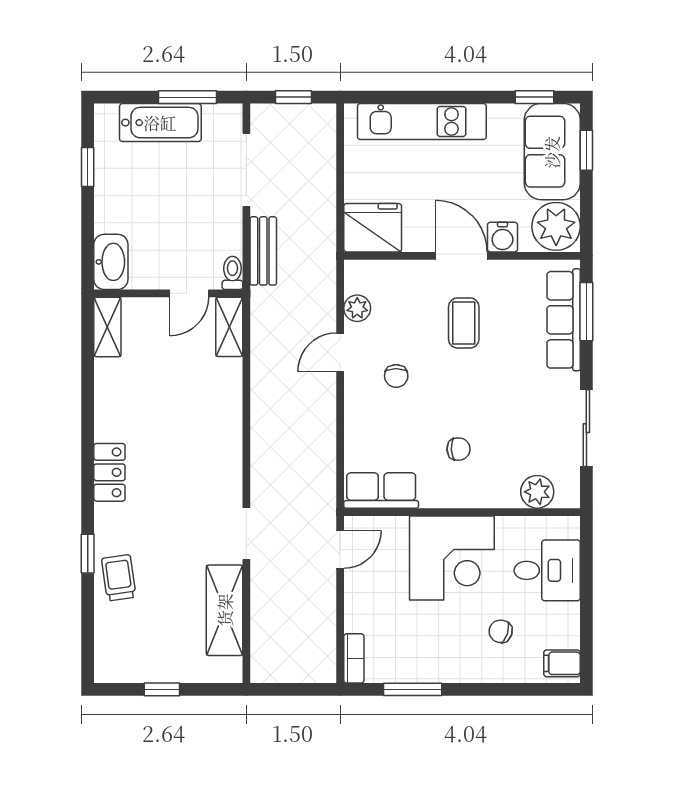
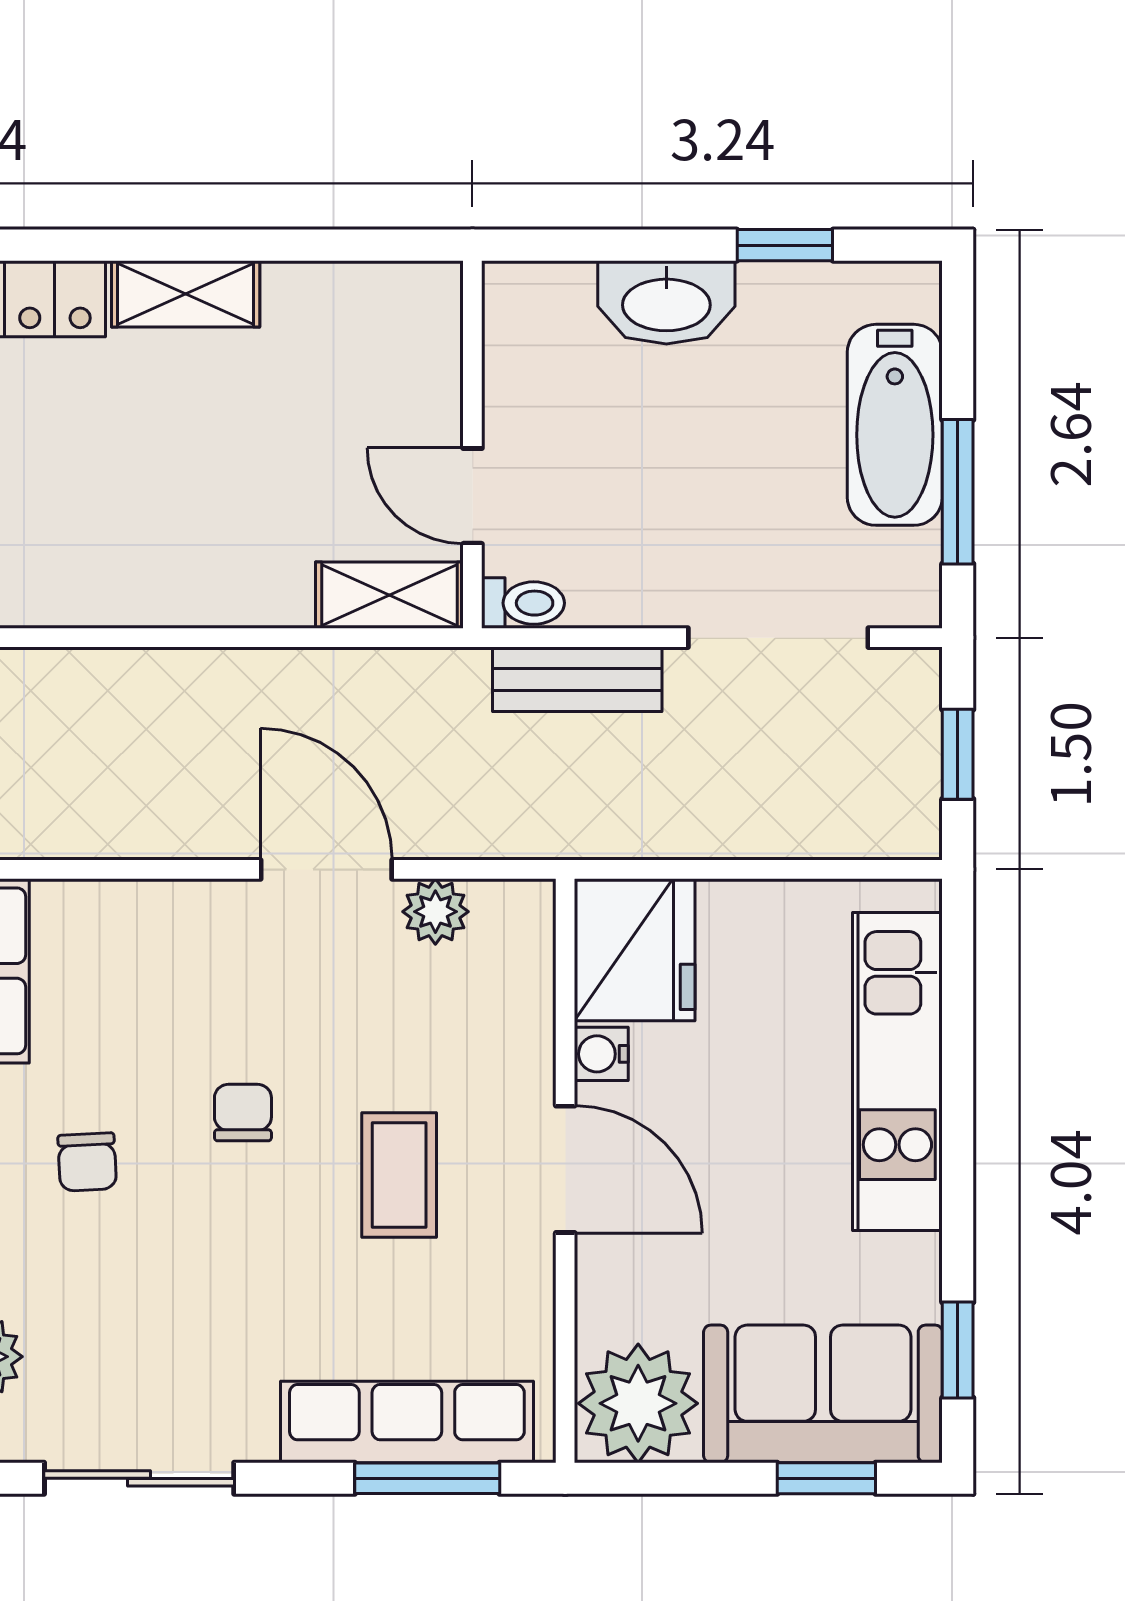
water cooler: (502, 237) -> (601, 1054), moved, width x0.72, depth x0.72
door: (461, 256) -> (565, 1169), hinge flipped
washbasin: (111, 262) -> (666, 302), moved
coffee table: (464, 323) -> (399, 1175), turned 90
shelving: (107, 327) -> (186, 294), moved
door: (340, 352) -> (326, 869), width x1.38
chair: (396, 376) -> (243, 1113), moved, turned 90

